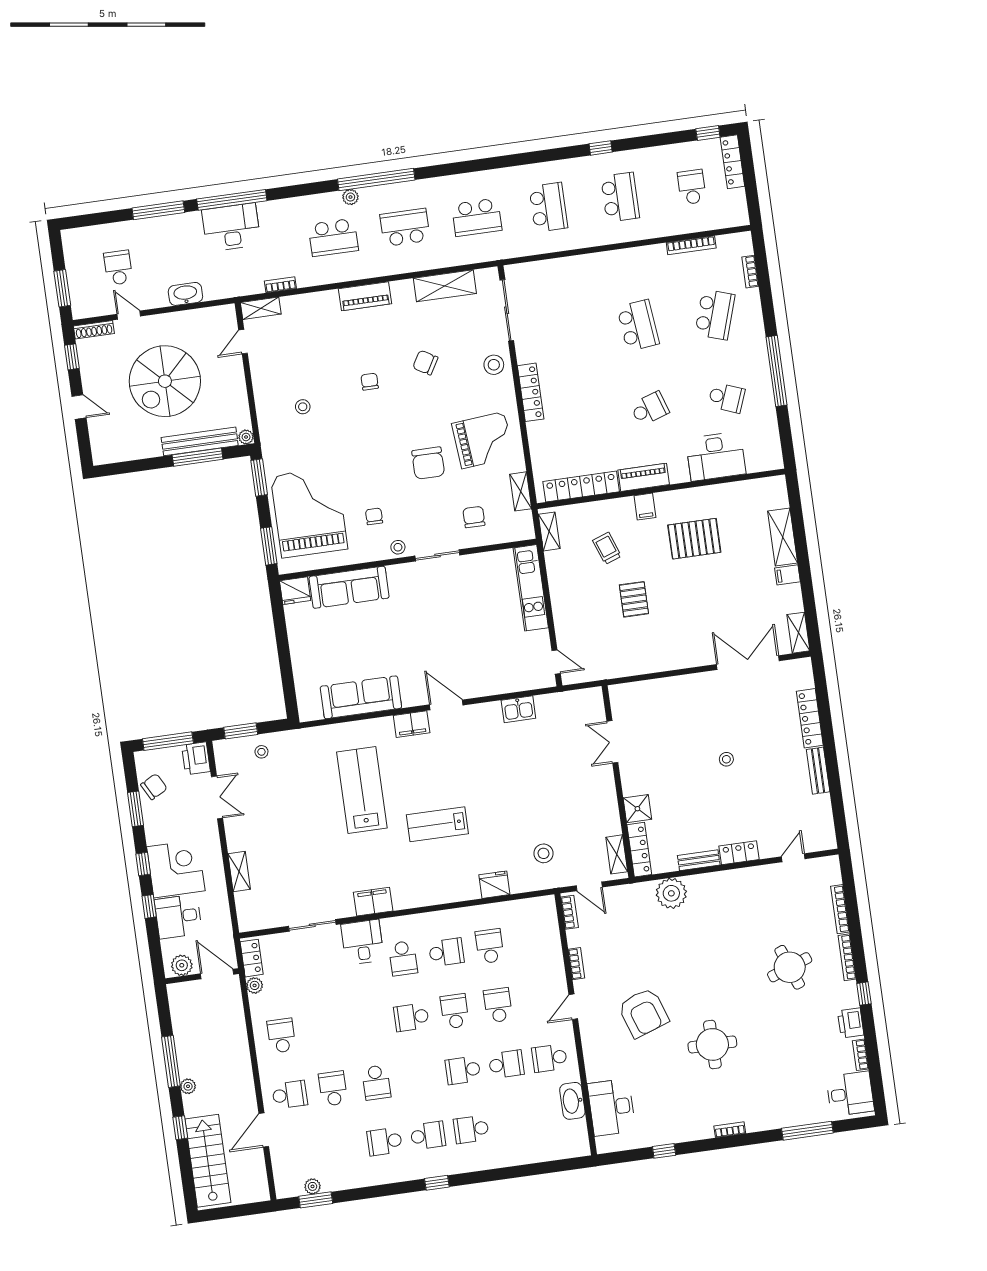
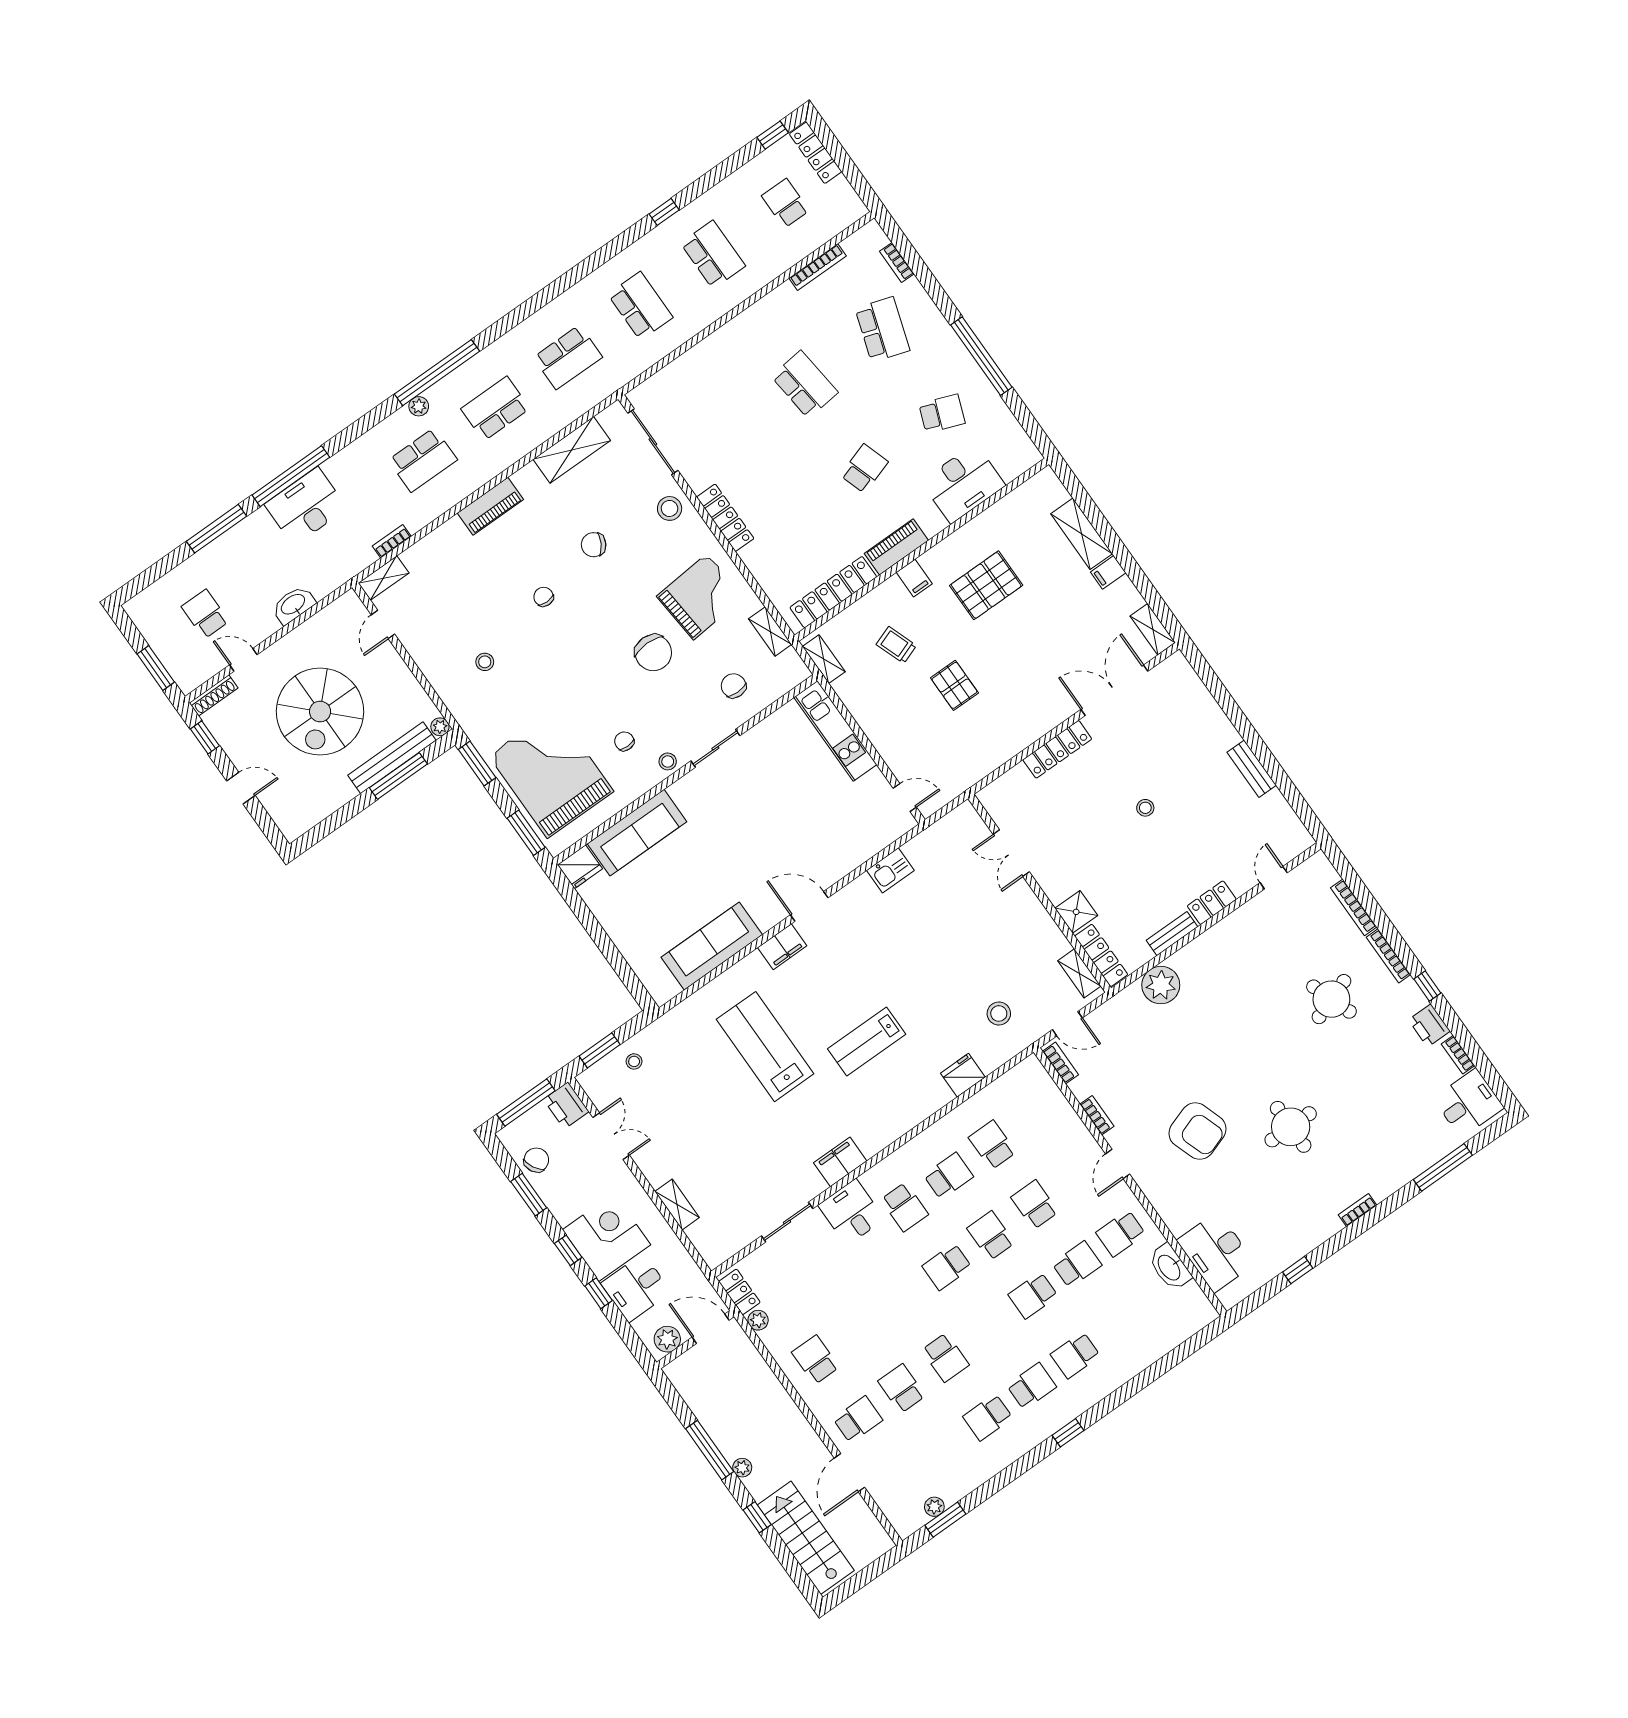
locker: (810, 718) -> (1057, 749), moved, turned -90

